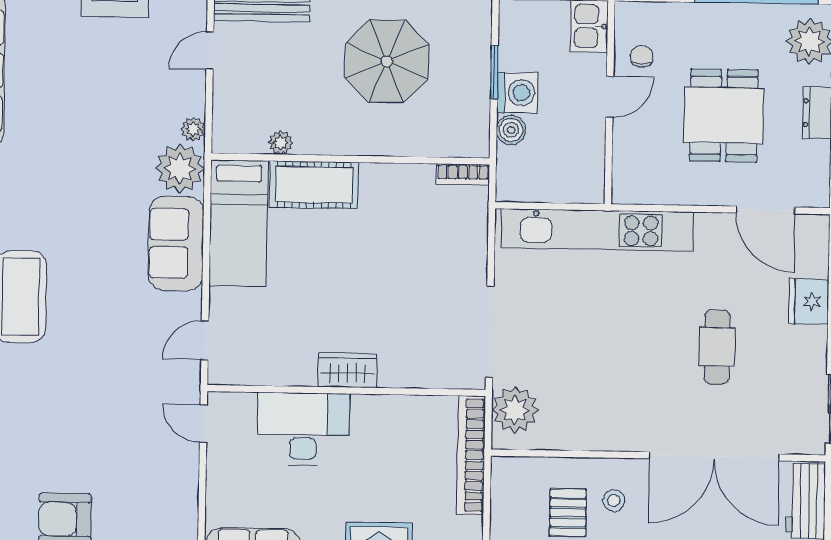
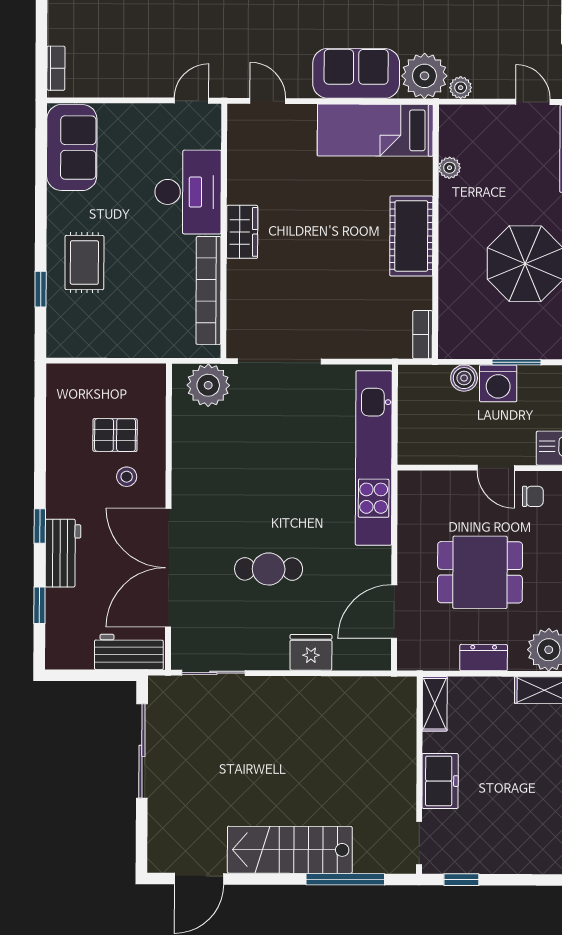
cot: (314, 185) -> (411, 236), moved
bookcase: (471, 455) -> (208, 290), moved, turned -90

